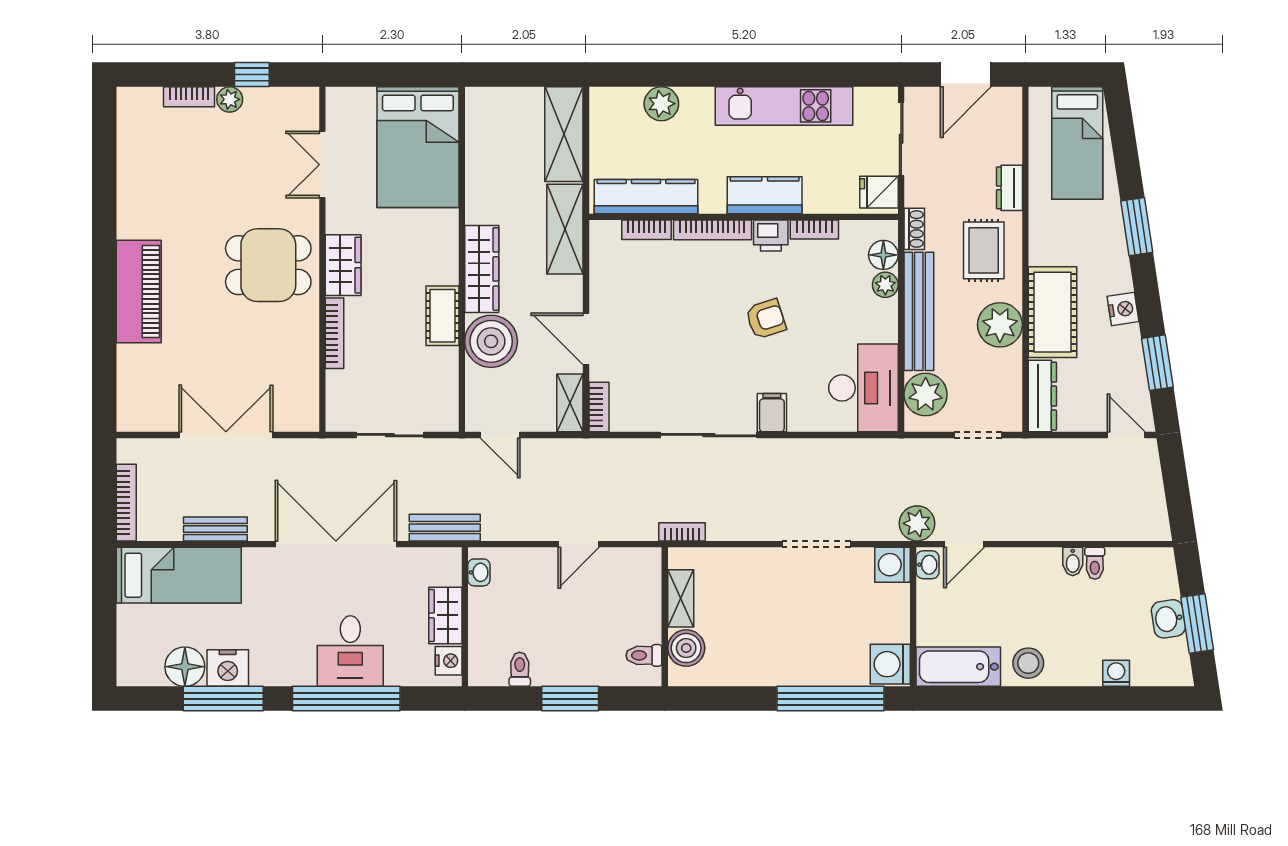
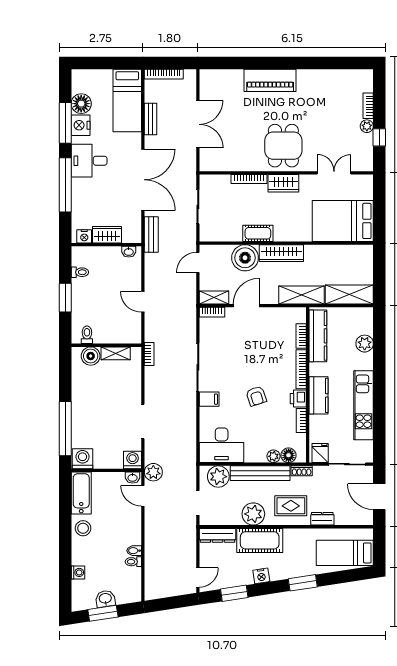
desk: (350, 651) -> (89, 161), moved

